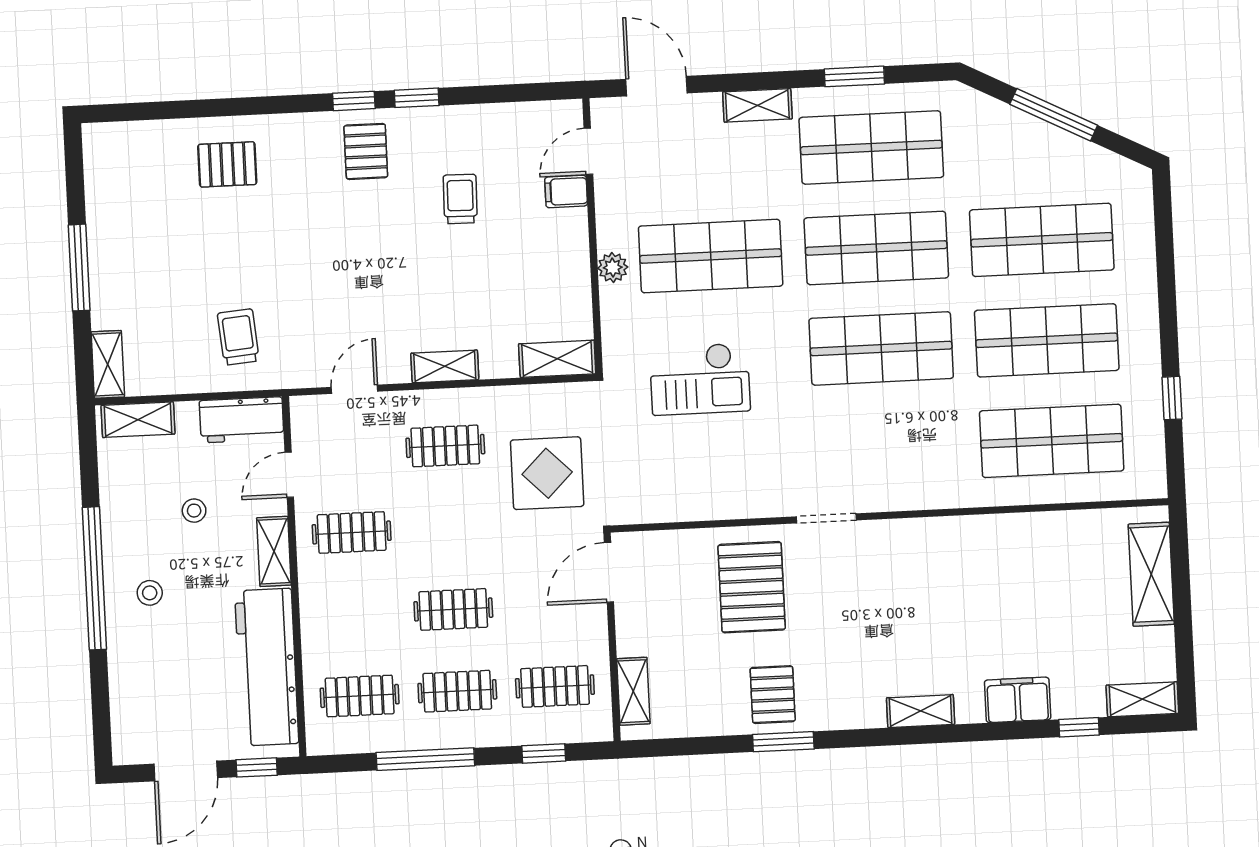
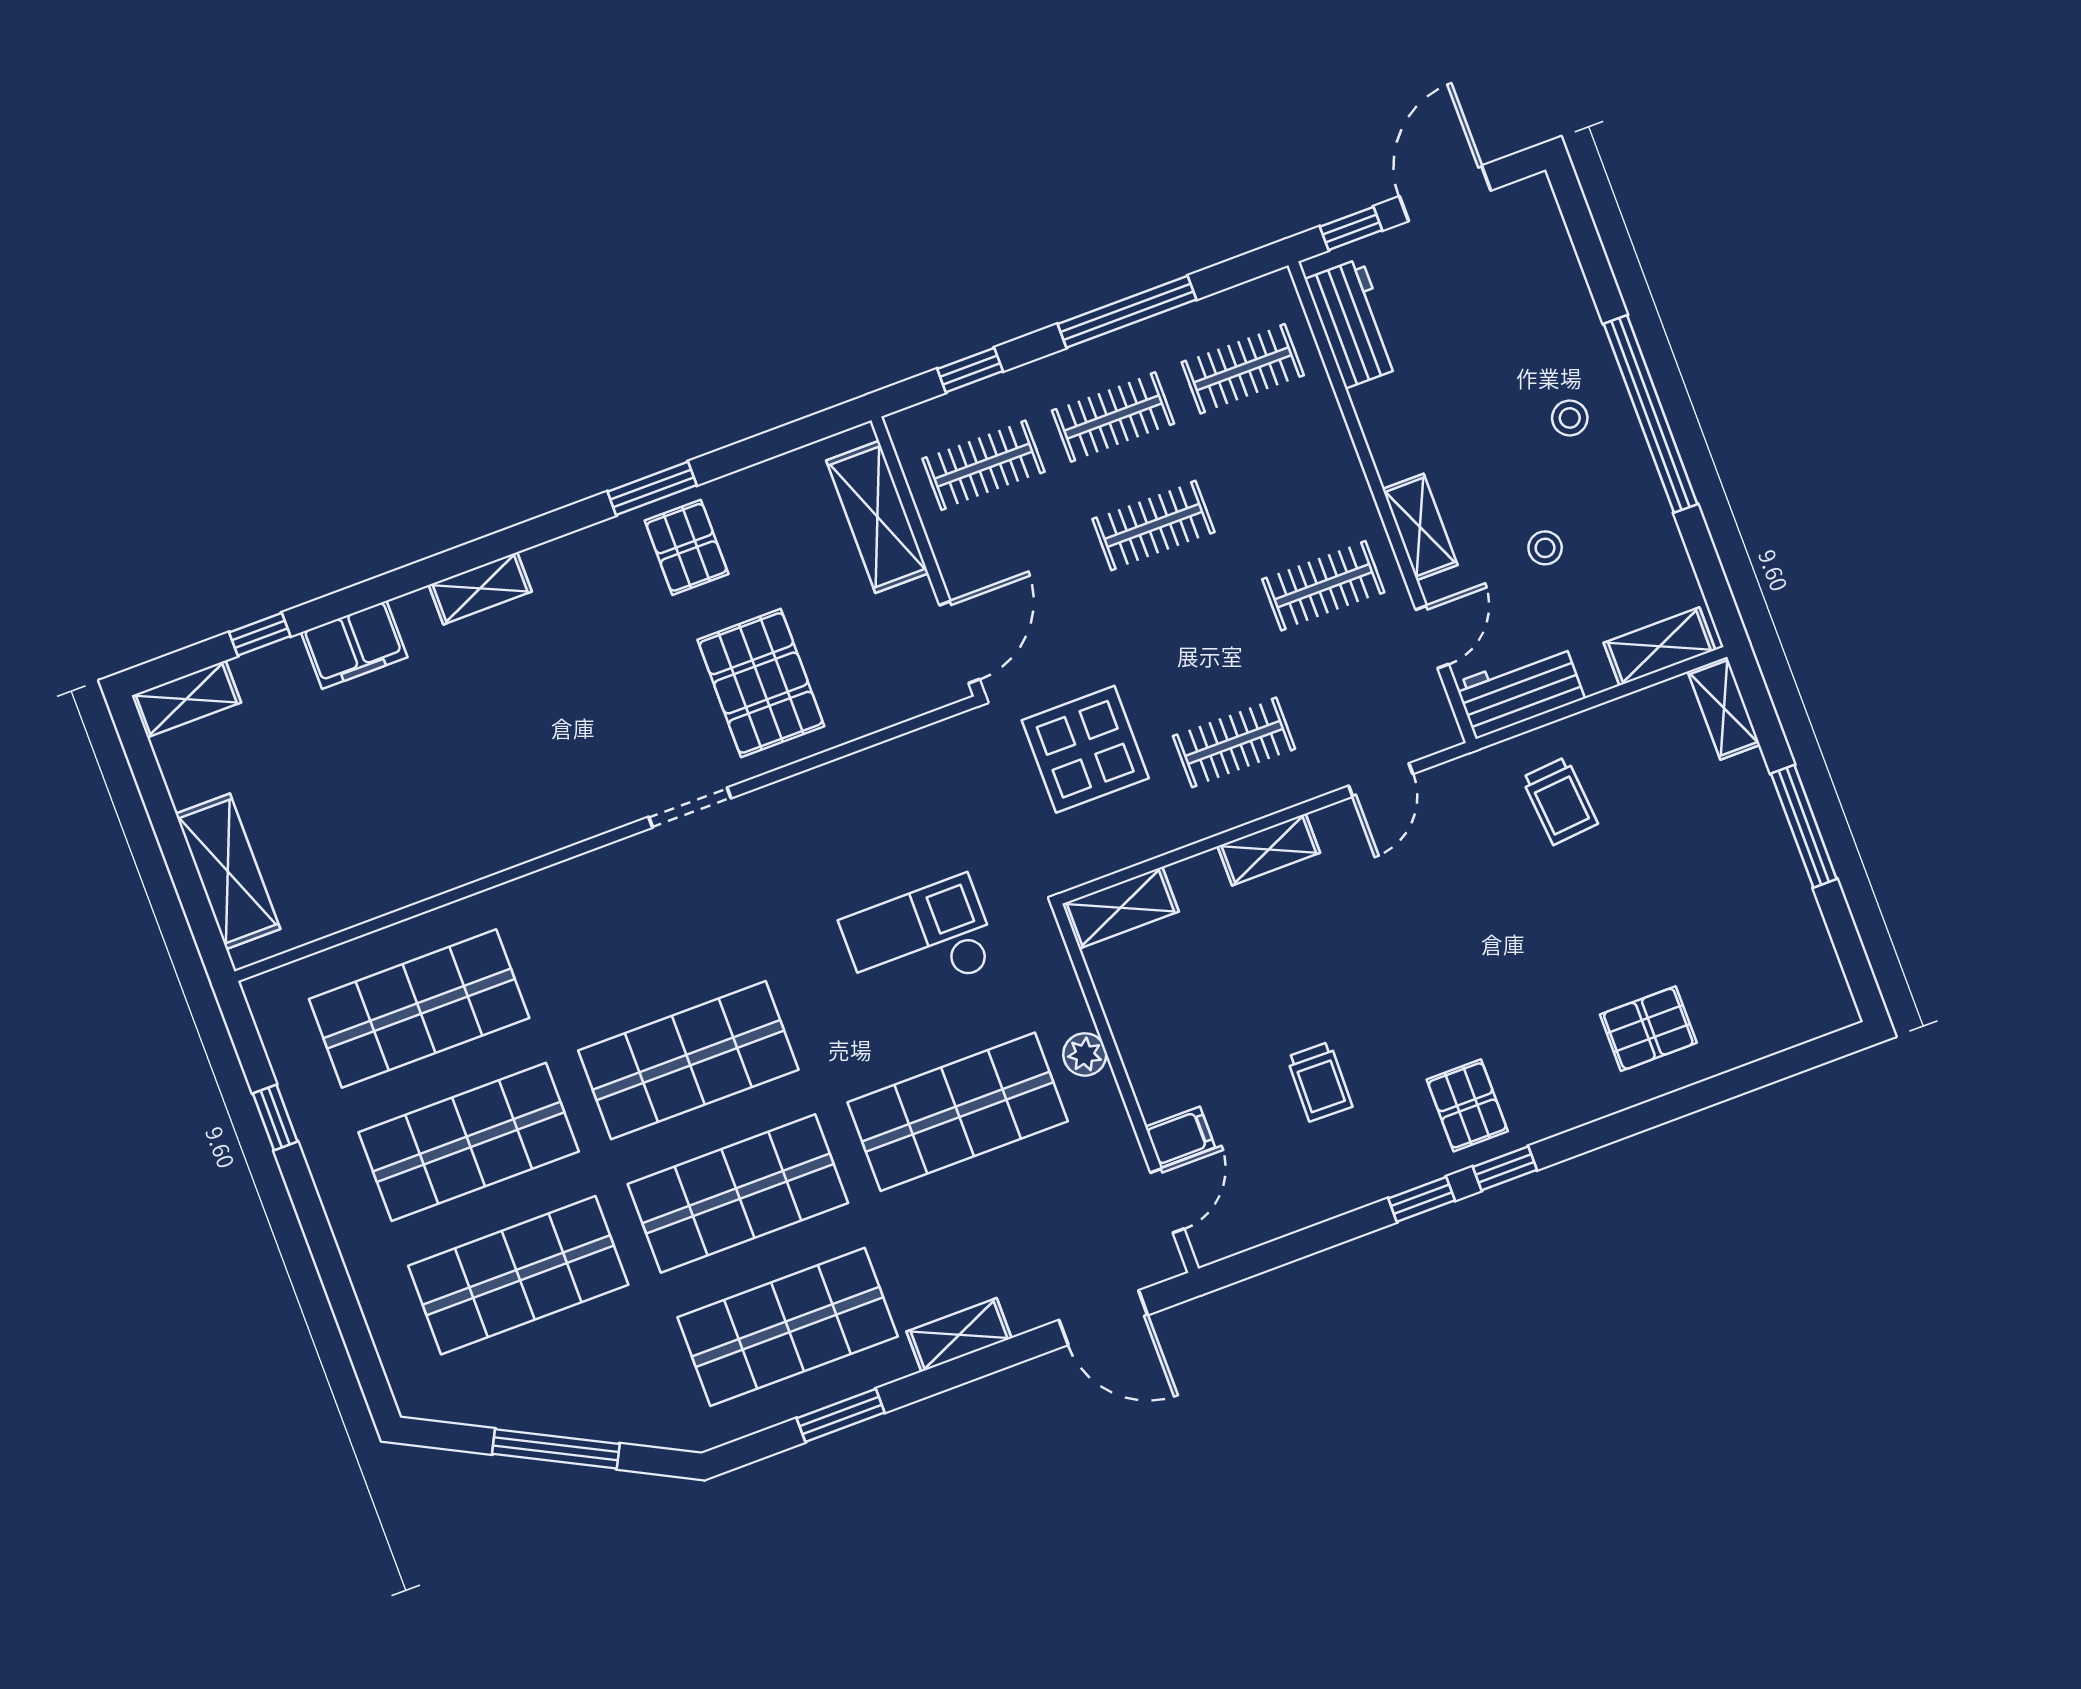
workbench: (267, 667) -> (1353, 323), width x0.53, depth x0.76
shelving: (633, 691) -> (877, 517), width x1.50, depth x1.33

